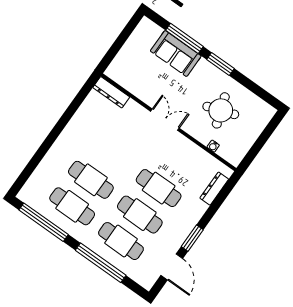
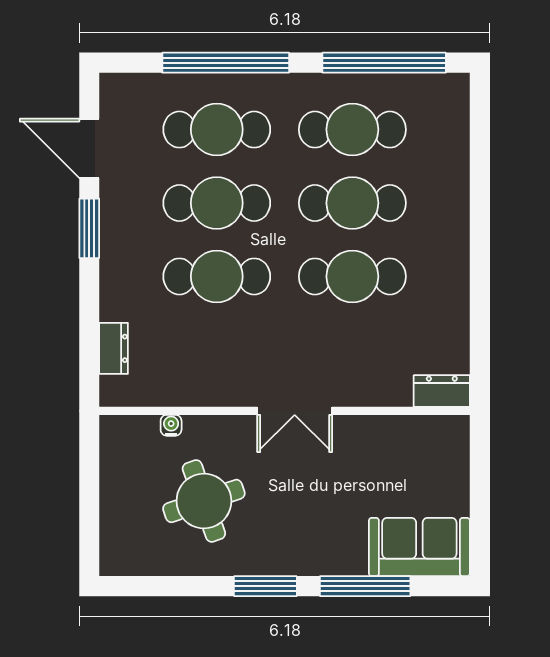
sofa: (176, 53) -> (419, 547), moved
dresser: (111, 92) -> (442, 391), width x0.70
cafe table: (110, 153) -> (352, 276), added
dresser: (214, 189) -> (114, 348), width x0.70

